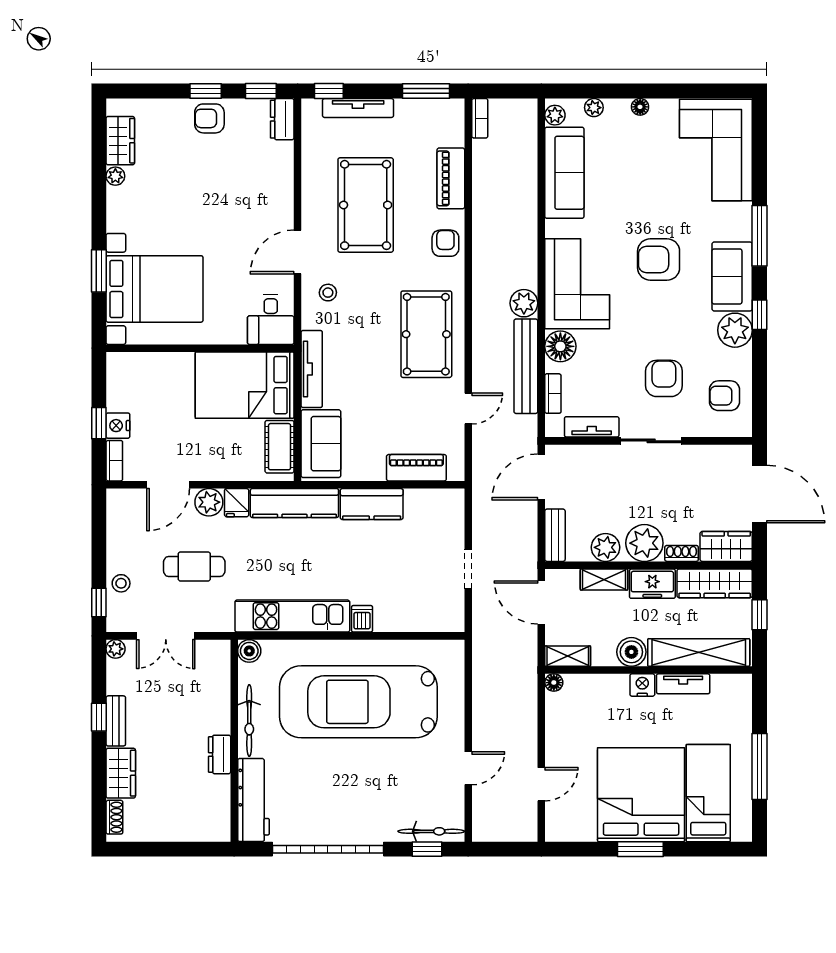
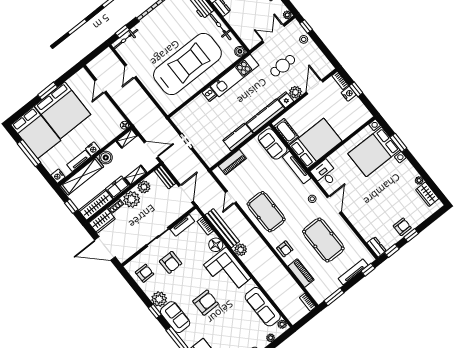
nightstand: (741, 686) -> (58, 176), added
bed: (708, 793) -> (36, 133), width x1.50

